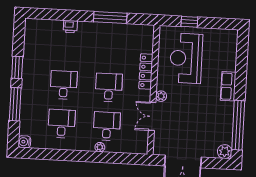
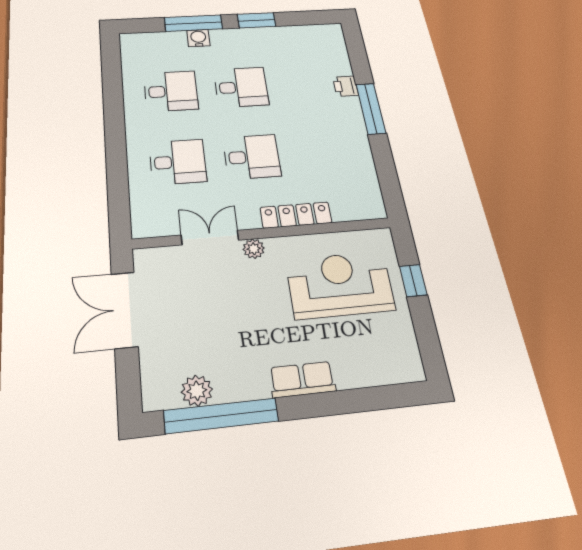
window: (110, 17) -> (371, 109), moved
water cooler: (24, 142) -> (198, 38), moved
plant: (100, 147) -> (136, 155), removed
plant: (225, 152) -> (197, 391), moved

